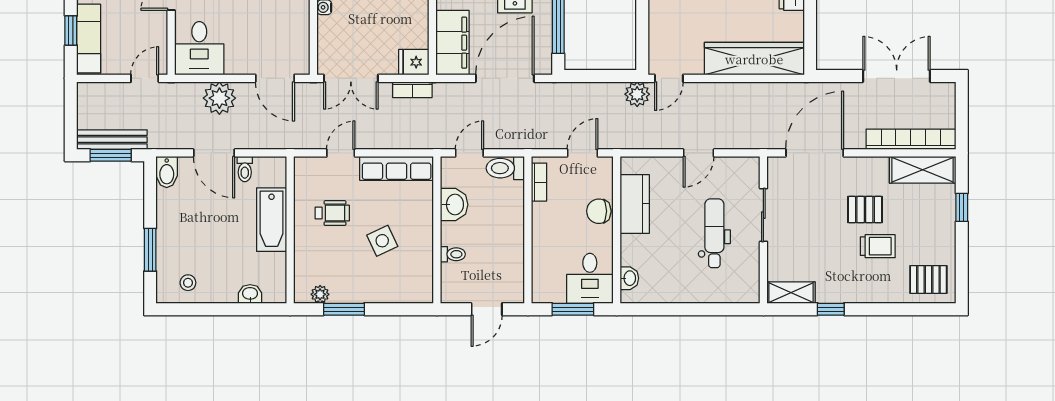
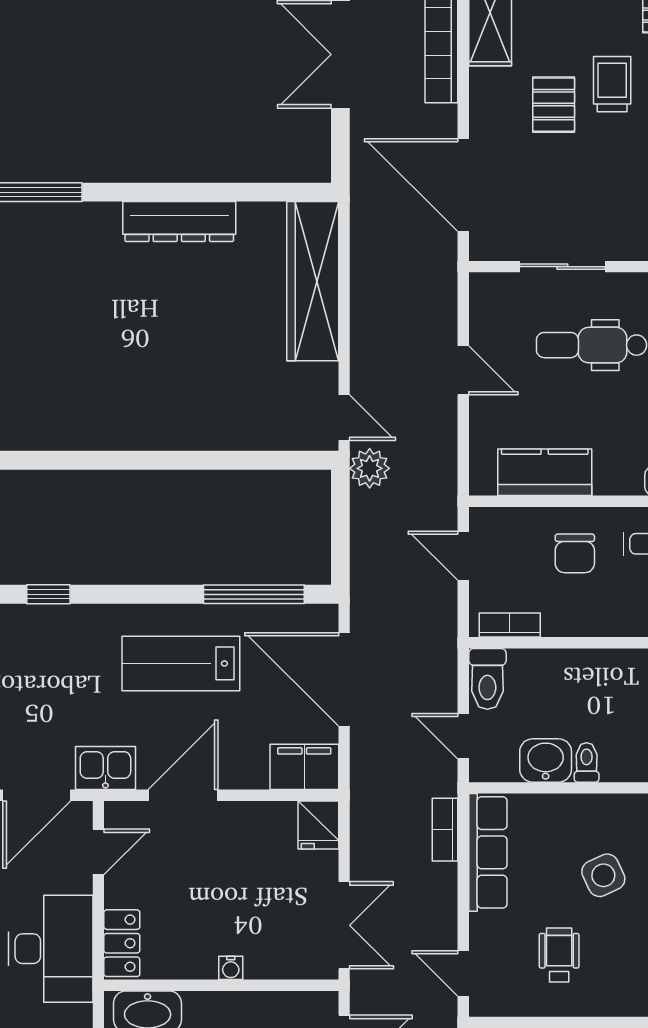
filing cabinet: (452, 43) -> (304, 767), width x0.67, depth x0.86
bookcase: (412, 90) -> (445, 830), moved, turned 180
door: (341, 153) -> (463, 973), moved
chair: (599, 211) -> (575, 553), moved
toilet: (453, 254) -> (587, 762), moved

